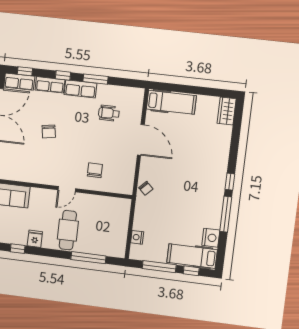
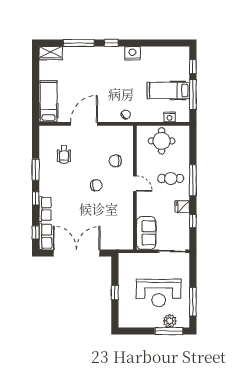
row of seats: (80, 89) -> (46, 182), removed
chair: (49, 131) -> (96, 185), moved
window: (226, 214) -> (79, 43), moved
round table: (111, 225) -> (162, 141), added
cafe table: (68, 230) -> (171, 178), width x0.73, depth x0.74
nightstand: (211, 238) -> (132, 53), moved
hospital bed: (192, 256) -> (168, 90), moved, turned 90
window: (88, 258) -> (193, 180), moved

